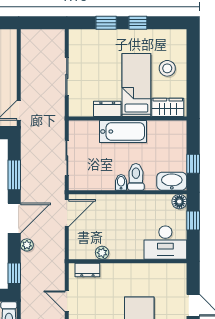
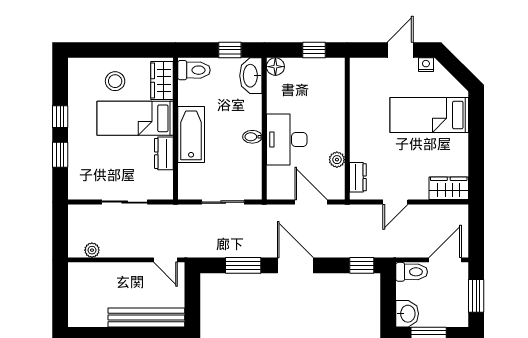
toilet: (136, 177) -> (194, 70), moved, turned 180
door: (67, 213) -> (311, 202), moved
window: (193, 221) -> (314, 50), moved
desk: (165, 243) -> (287, 139), moved, turned 180
plant: (27, 245) -> (92, 250), moved

